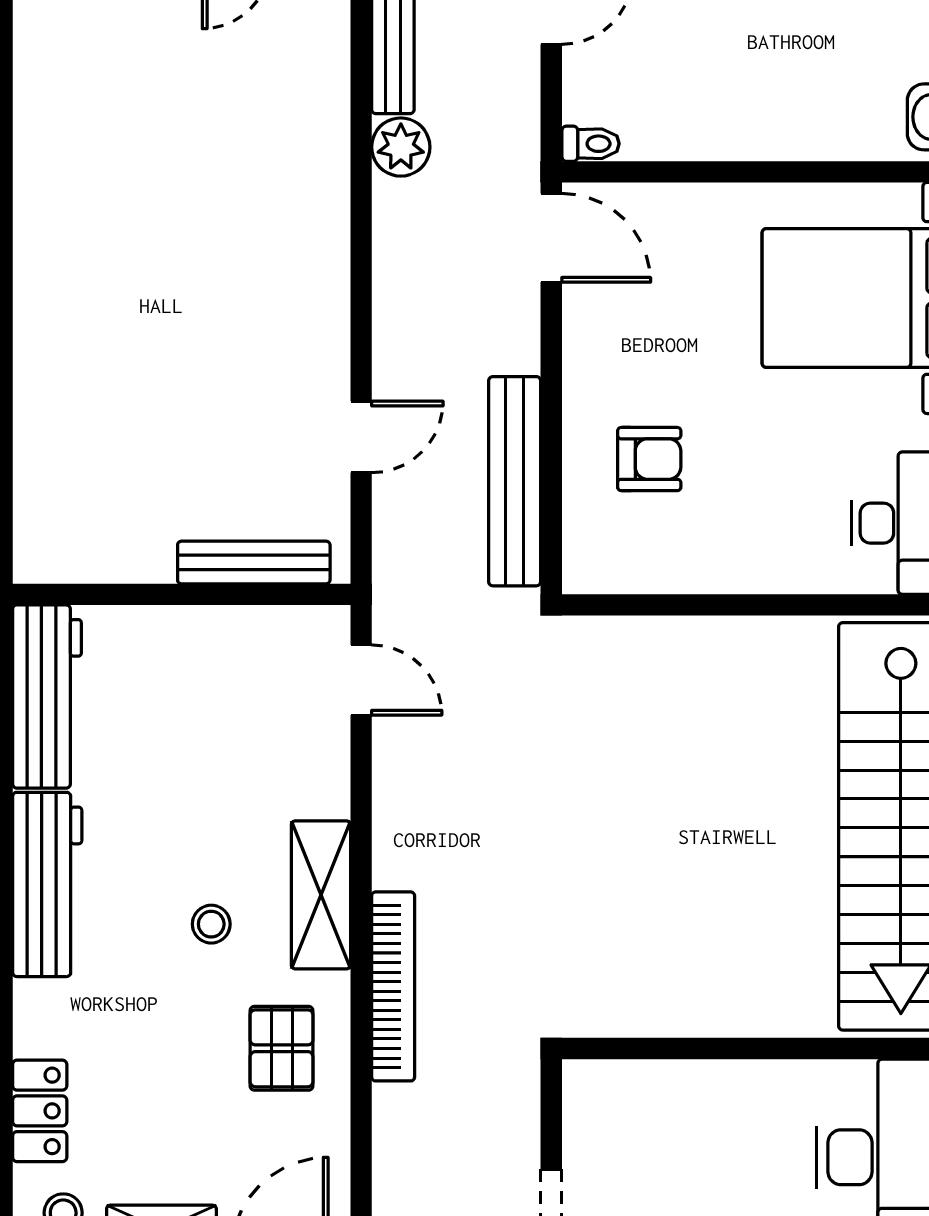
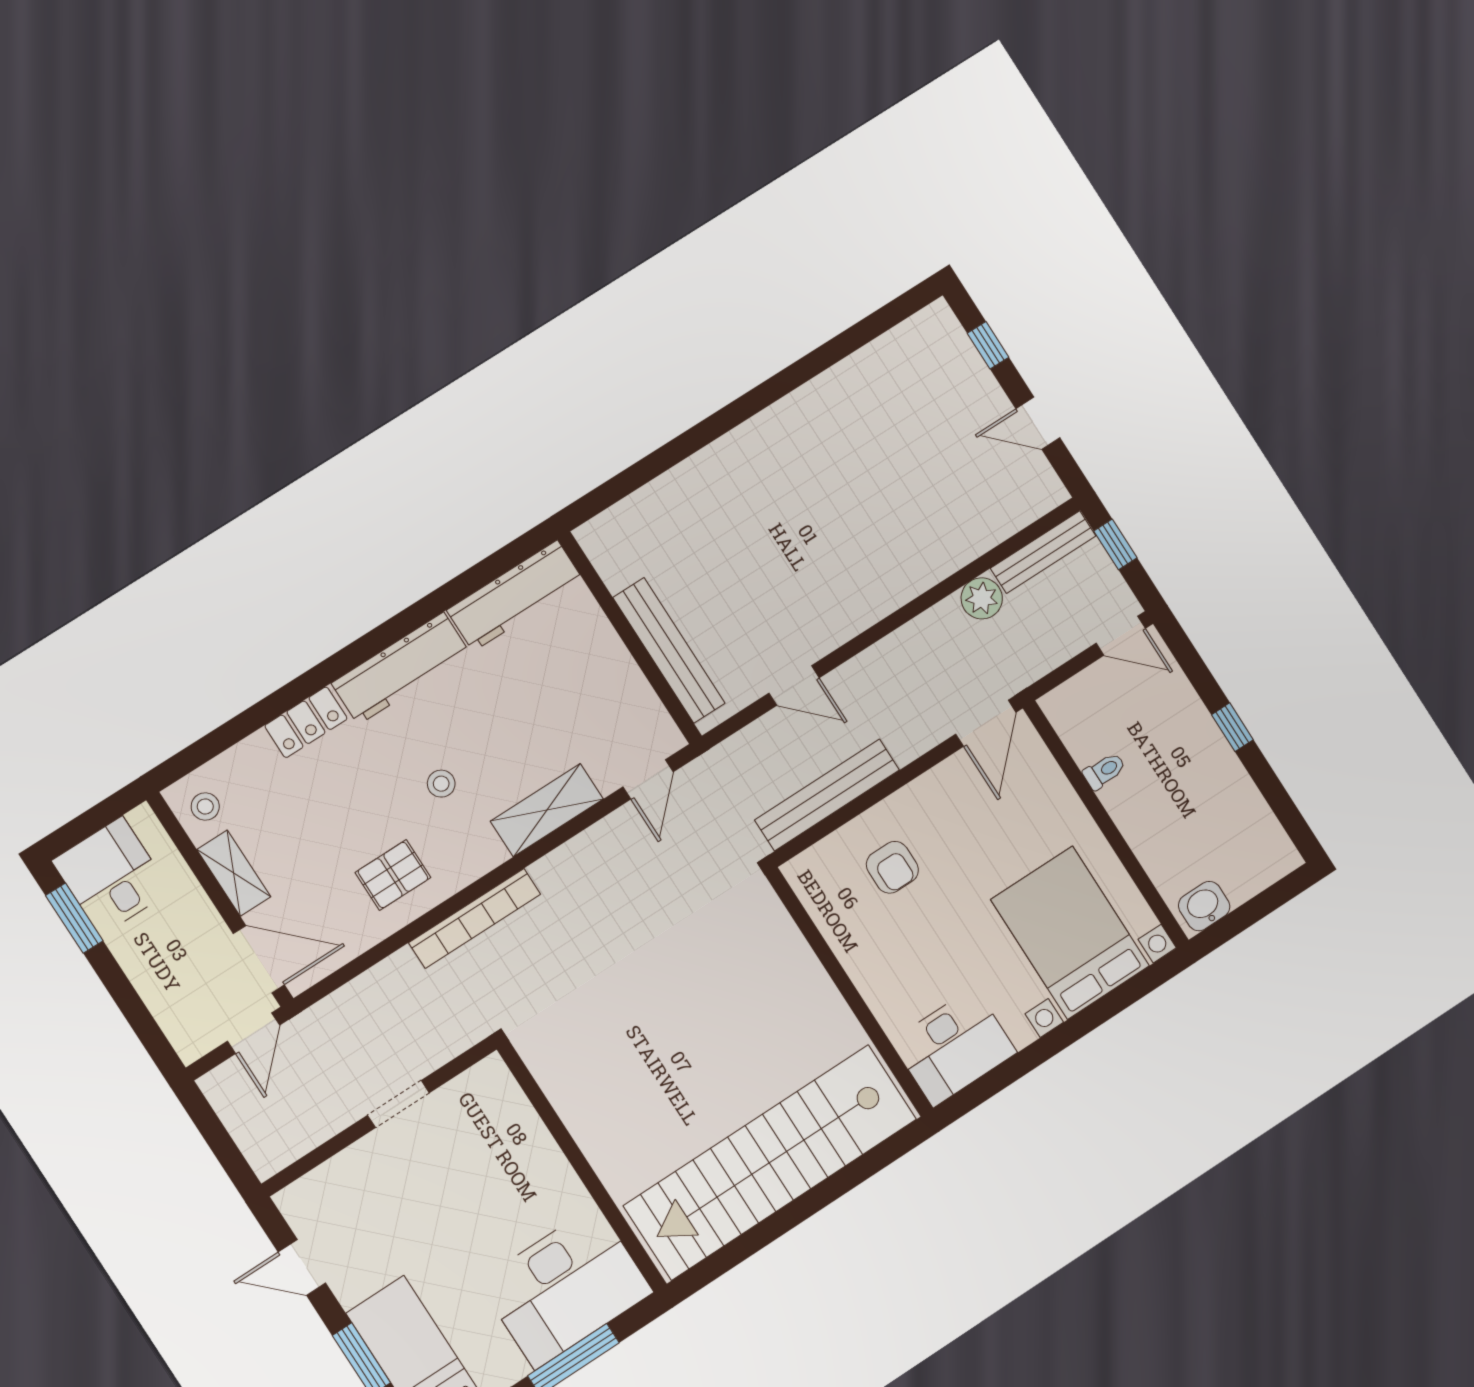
toilet: (590, 144) -> (1104, 771), moved, turned -90
bench: (254, 562) -> (669, 650), width x1.37, depth x1.21
shelving: (321, 895) -> (547, 810), moved
locker: (40, 1111) -> (306, 722), moved

